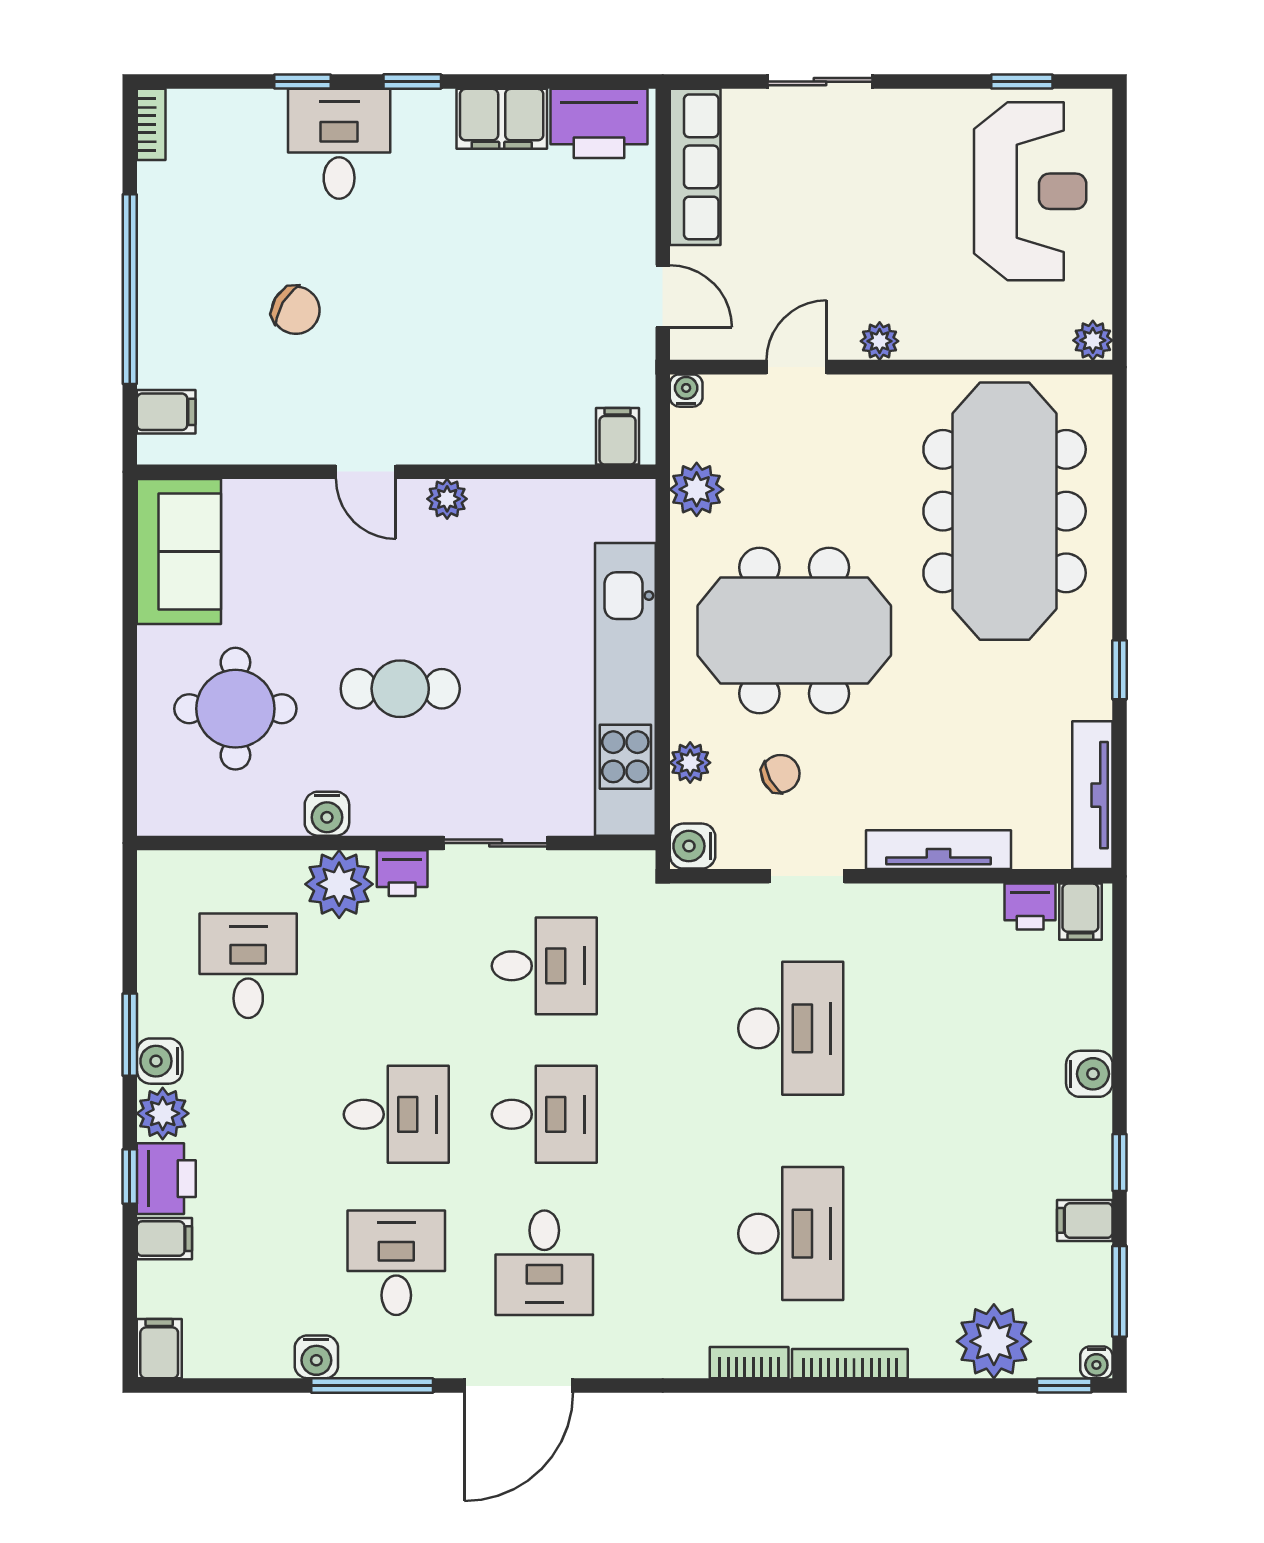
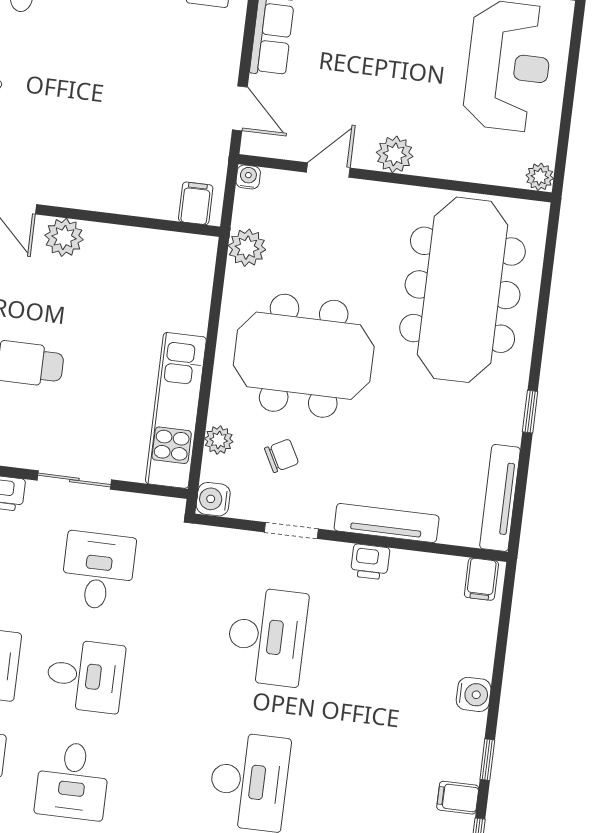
plant: (880, 341) -> (395, 154), width x1.38, depth x1.38
plant: (447, 499) -> (64, 237), width x1.38, depth x1.38
kitchen unit: (625, 689) -> (176, 410), width x0.73
printer: (1030, 907) -> (370, 562), moved
desk: (544, 966) -> (98, 571), turned -90

